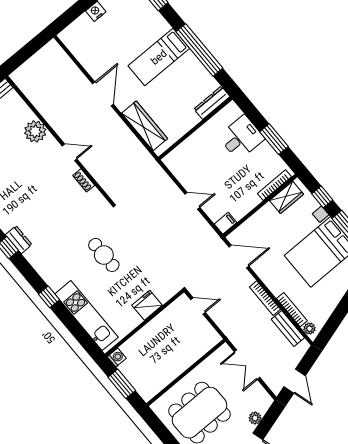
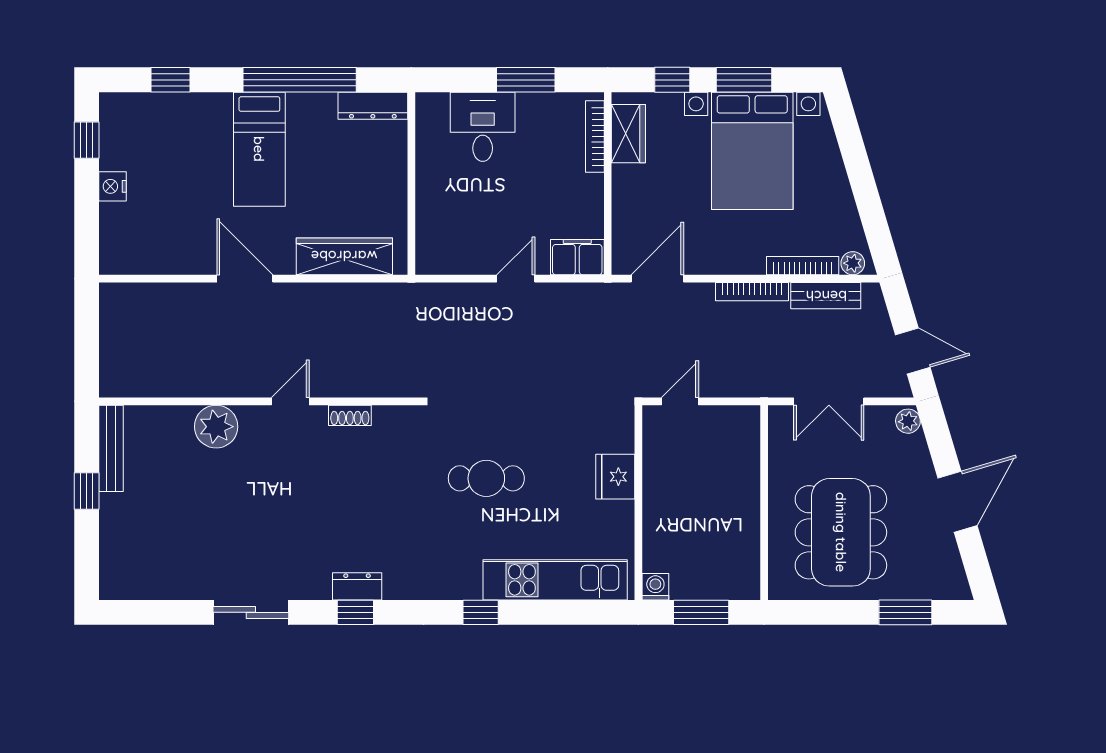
dresser: (212, 103) -> (373, 106), moved, turned -90
filing cabinet: (225, 223) -> (577, 257), width x2.00
plant: (255, 418) -> (908, 421), moved

